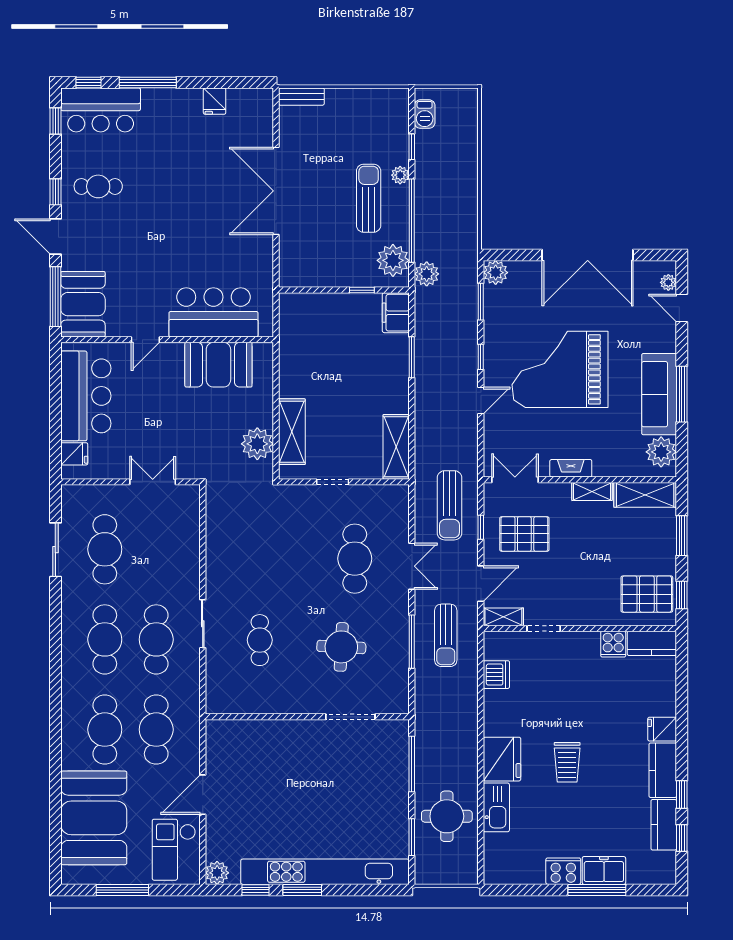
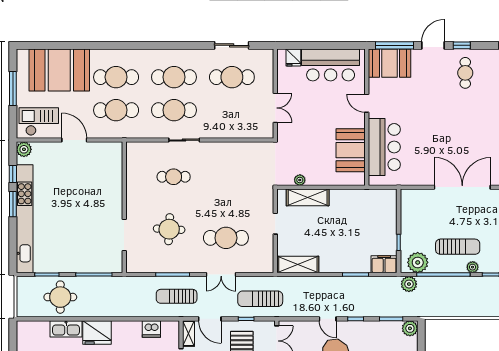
plant: (257, 444) -> (300, 180), width x0.53, depth x0.53

